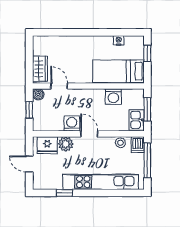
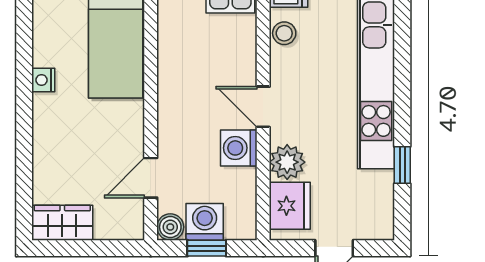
nightstand: (119, 40) -> (43, 80), moved
wardrobe: (40, 69) -> (62, 223), moved
washing machine: (113, 97) -> (205, 222), moved, turned -90
door: (89, 134) -> (263, 107), hinge flipped

